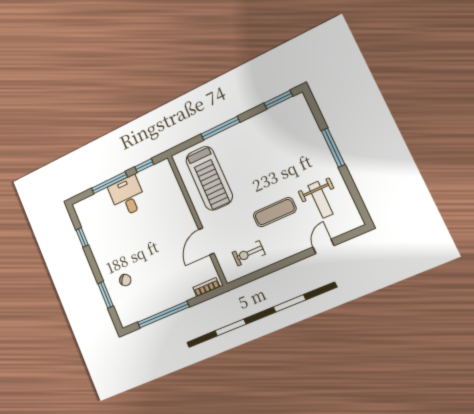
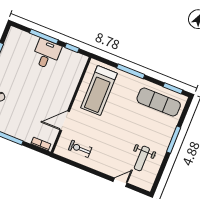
exercise mat: (275, 212) -> (159, 102), moved, width x1.36, depth x1.45

